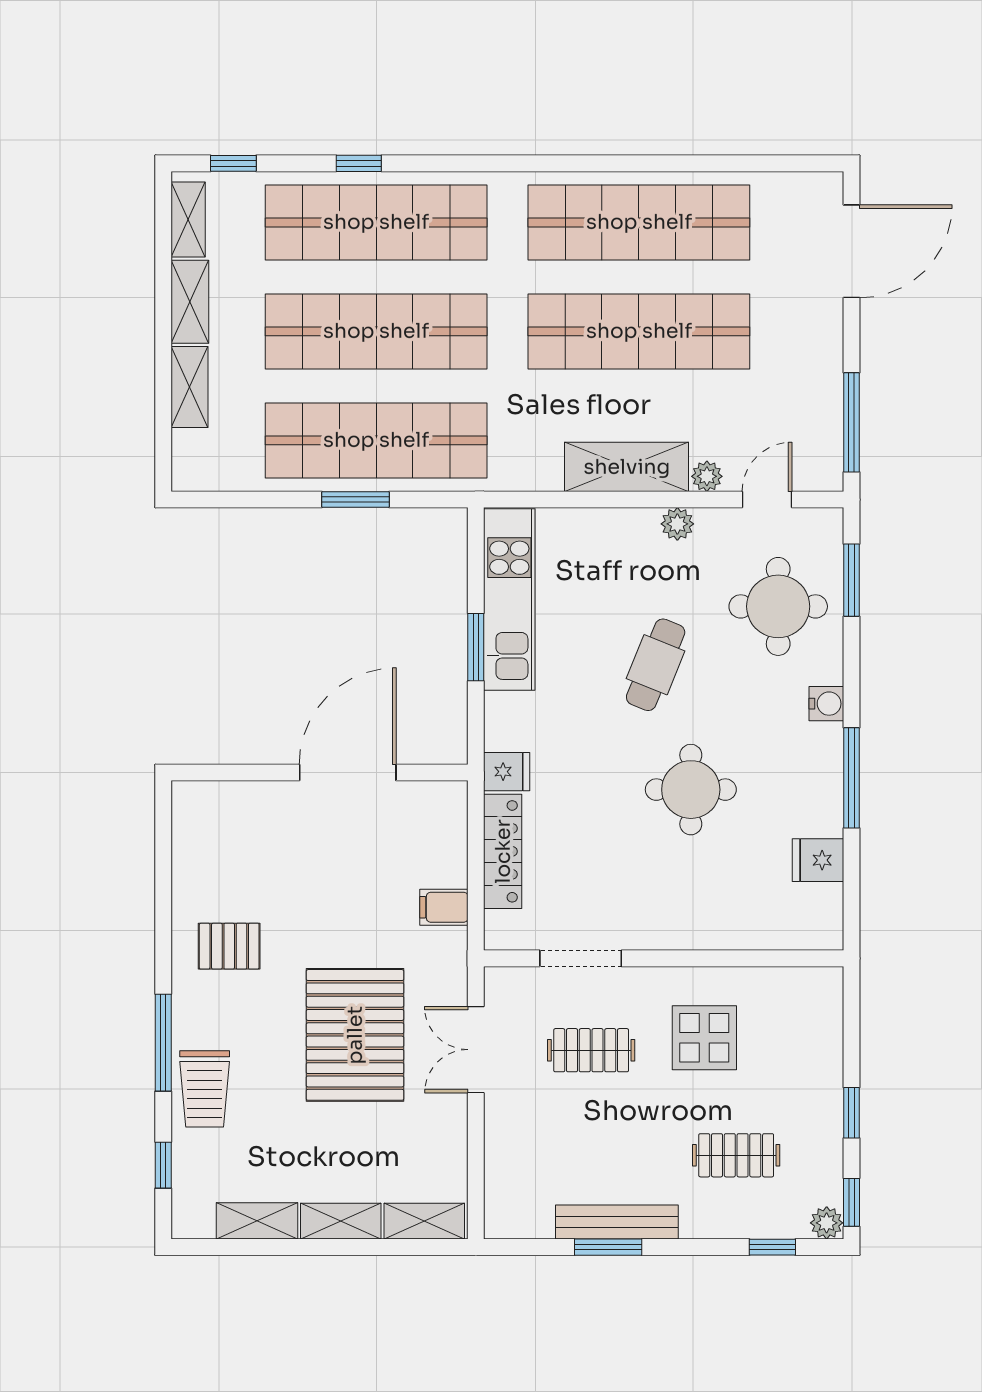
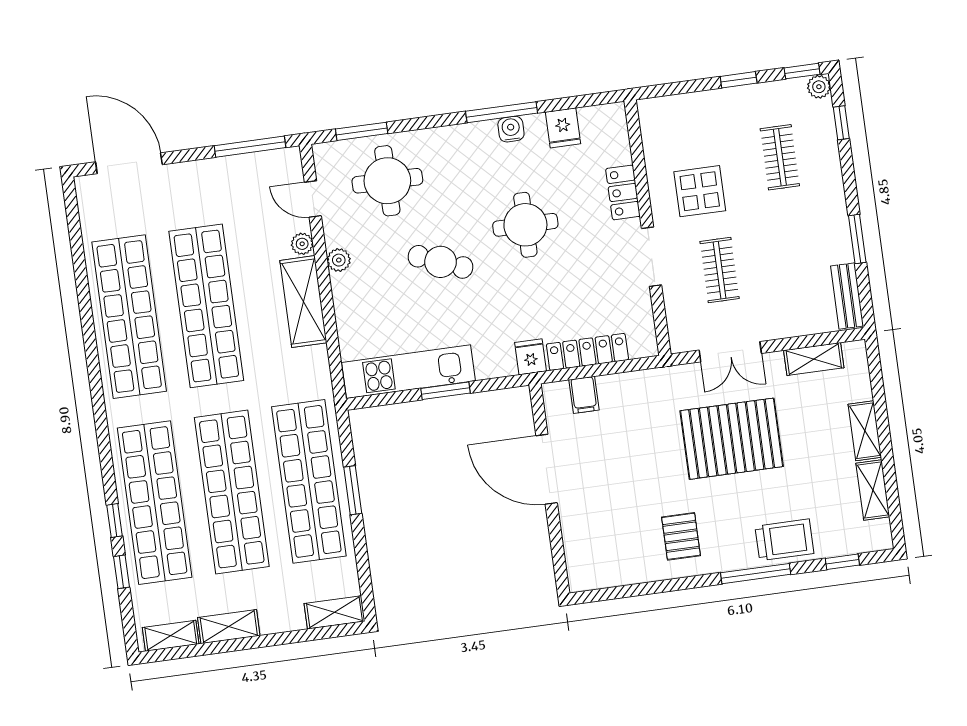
window: (233, 163) -> (122, 572), moved
shelving: (189, 387) -> (334, 612), moved
water cooler: (826, 704) -> (511, 129), moved
filing cabinet: (444, 907) -> (584, 395), moved
locker: (717, 931) -> (623, 192), added
doorway: (581, 958) -> (652, 257), moved
shelving: (424, 1221) -> (814, 359), moved, turned 90
bench: (617, 1222) -> (847, 296), moved, width x0.73

